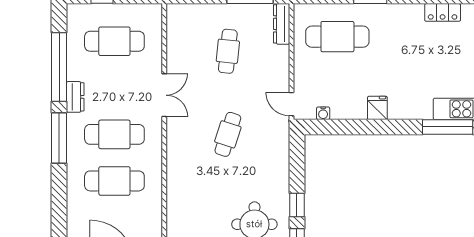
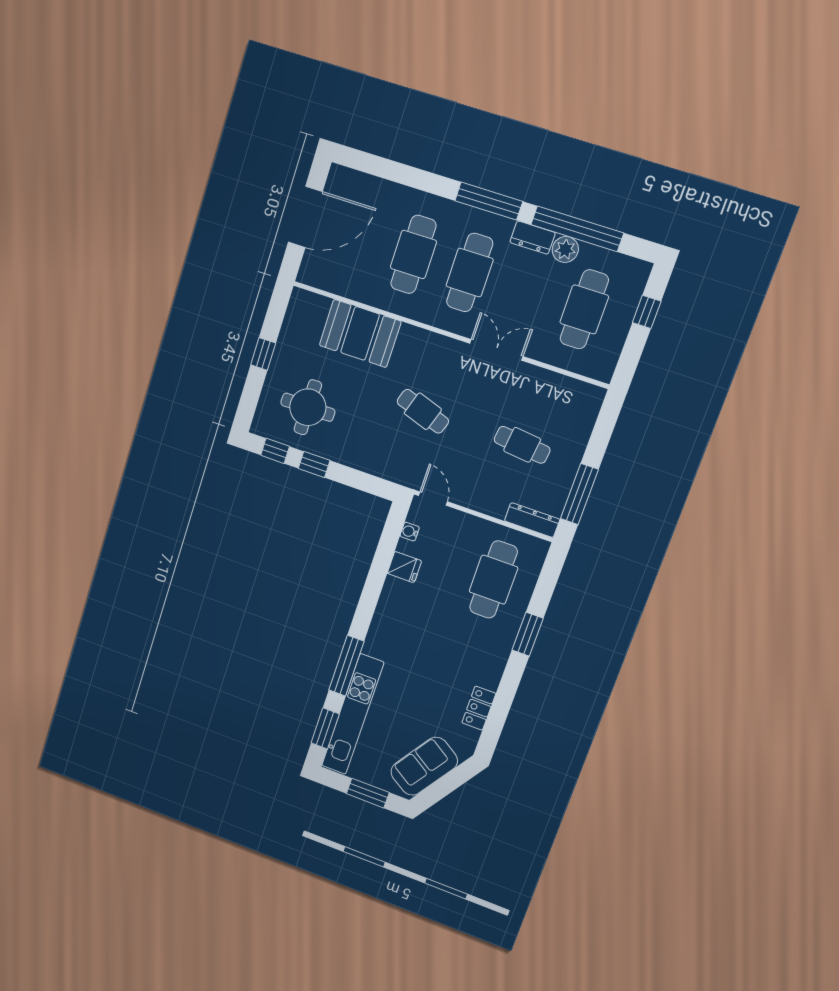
plant: (76, 70) -> (565, 249), added
double door: (164, 95) -> (496, 350), swing flipped
door: (291, 104) -> (433, 499), hinge flipped
fridge: (377, 108) -> (404, 567), moved
booth: (185, 202) -> (360, 333), added

